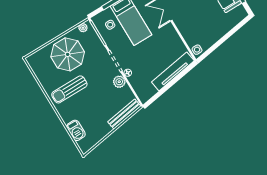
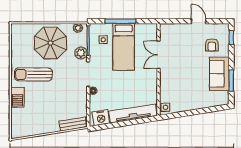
plant: (119, 82) -> (81, 53), moved
nightstand: (148, 91) -> (101, 118), added
bench: (124, 114) -> (73, 124), width x0.73
barbecue: (76, 130) -> (17, 97), moved

